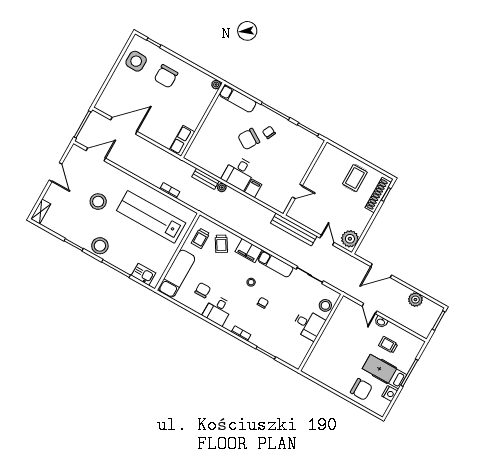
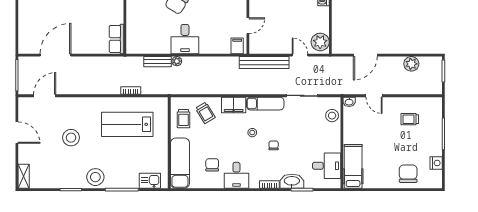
filing cabinet: (253, 188) -> (237, 46), moved
lab bench: (151, 217) -> (127, 124), width x0.73
washbasin: (381, 322) -> (349, 102), moved
desk: (309, 325) -> (327, 166), moved
washbasin: (261, 341) -> (292, 181), added
hospital bed: (384, 372) -> (353, 166), moved, turned 90
chair: (361, 389) -> (408, 174), turned -90

